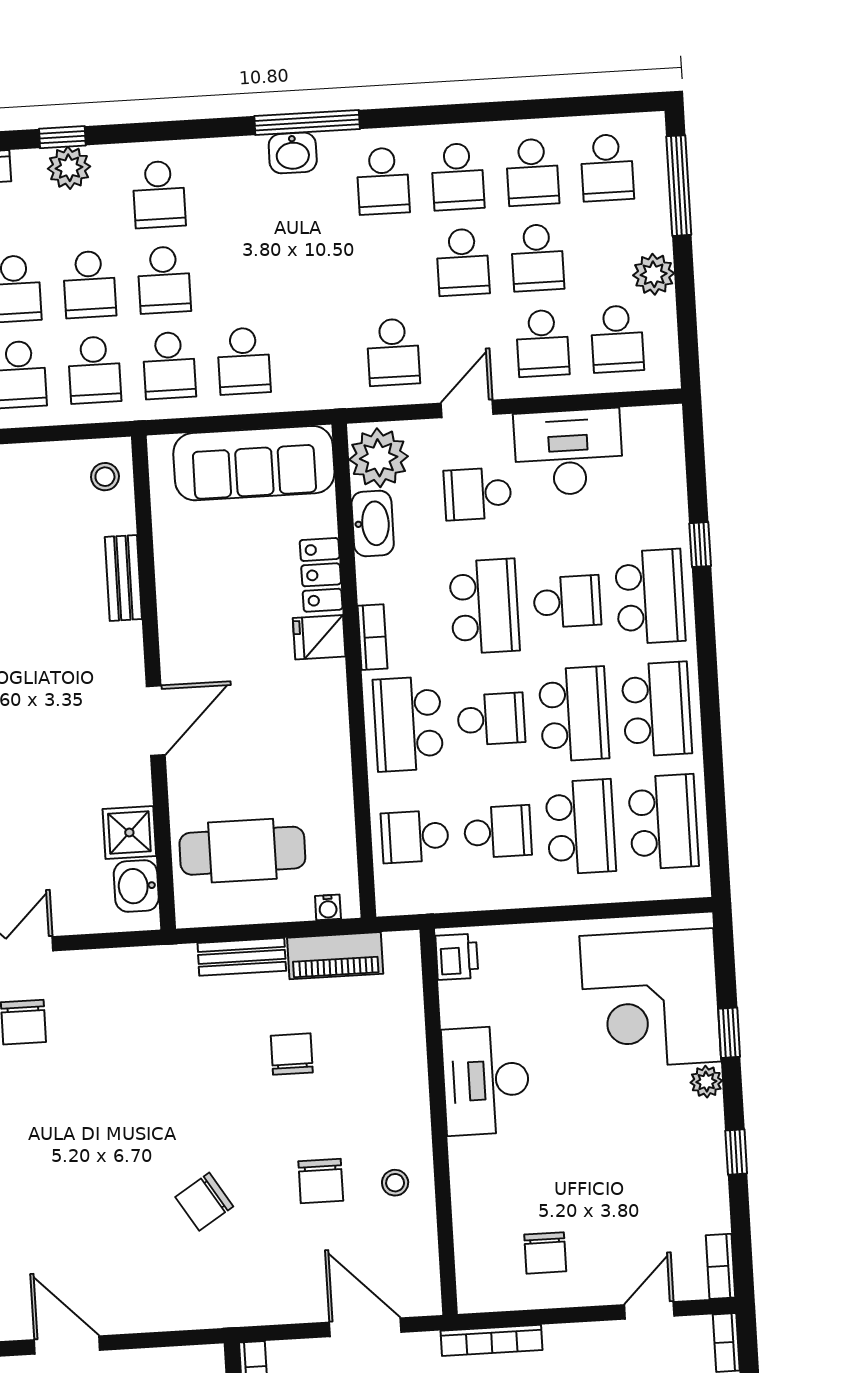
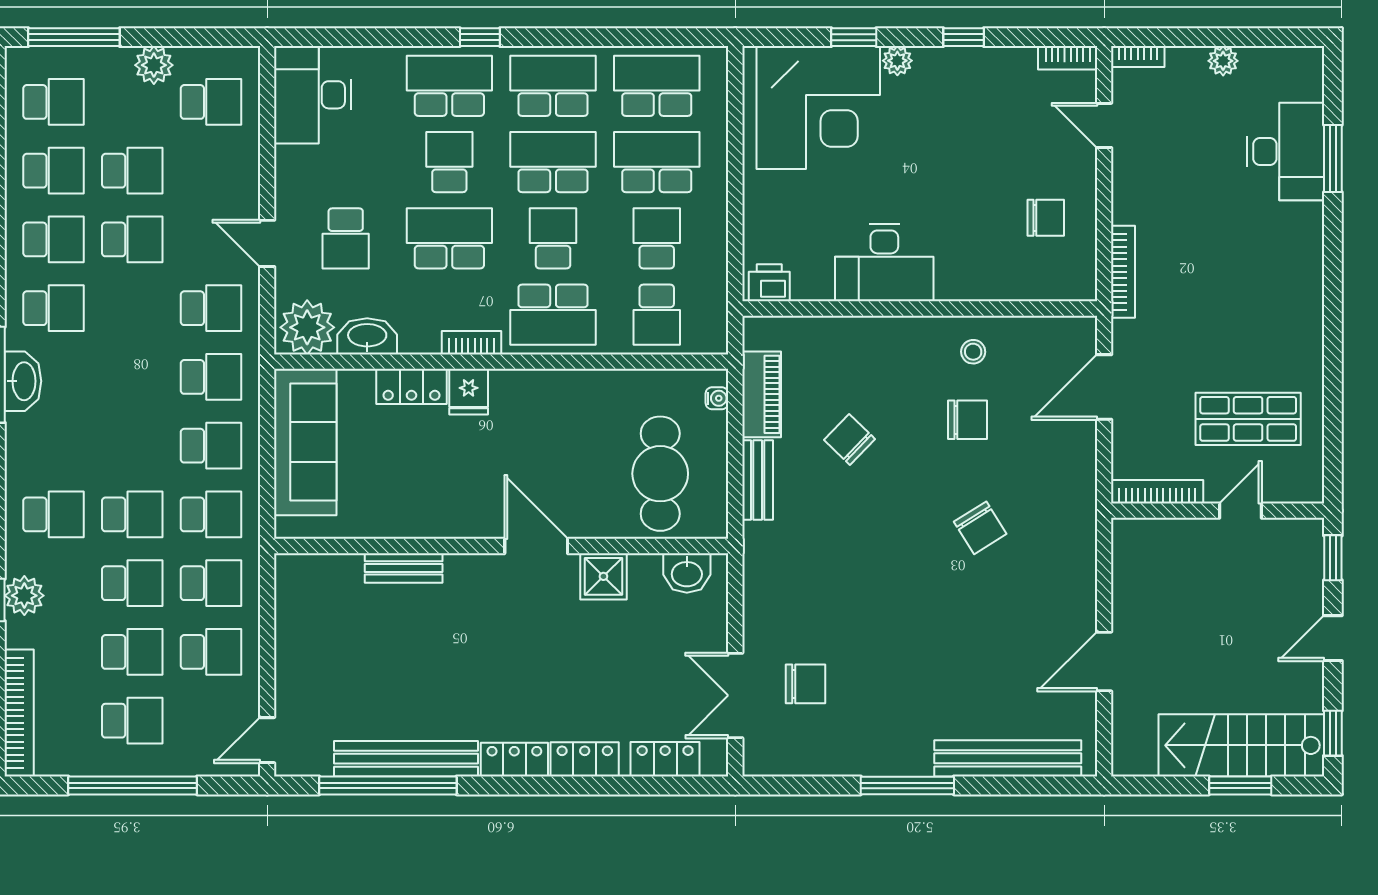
washbasin: (293, 153) -> (23, 381), width x1.38
school desk: (543, 343) -> (211, 377), moved
desk: (568, 452) -> (313, 95), moved
stool: (105, 477) -> (310, 579), removed
window: (700, 545) -> (480, 37), moved
shower: (129, 832) -> (603, 576), moved
chair: (292, 1054) -> (850, 439), turned 44

